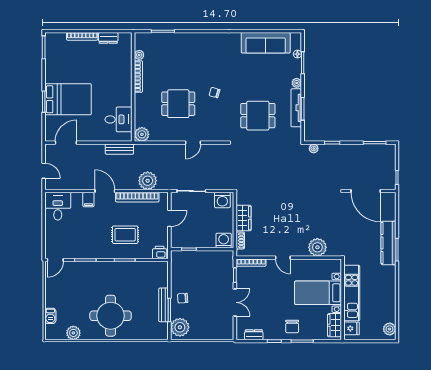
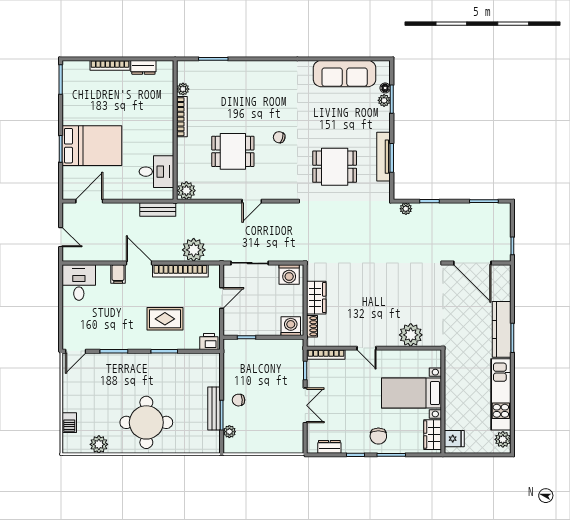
plant: (297, 83) -> (384, 100), moved
kitchen unit: (352, 293) -> (501, 394), moved, turned 180
plant: (180, 327) -> (229, 432), width x0.53, depth x0.53

